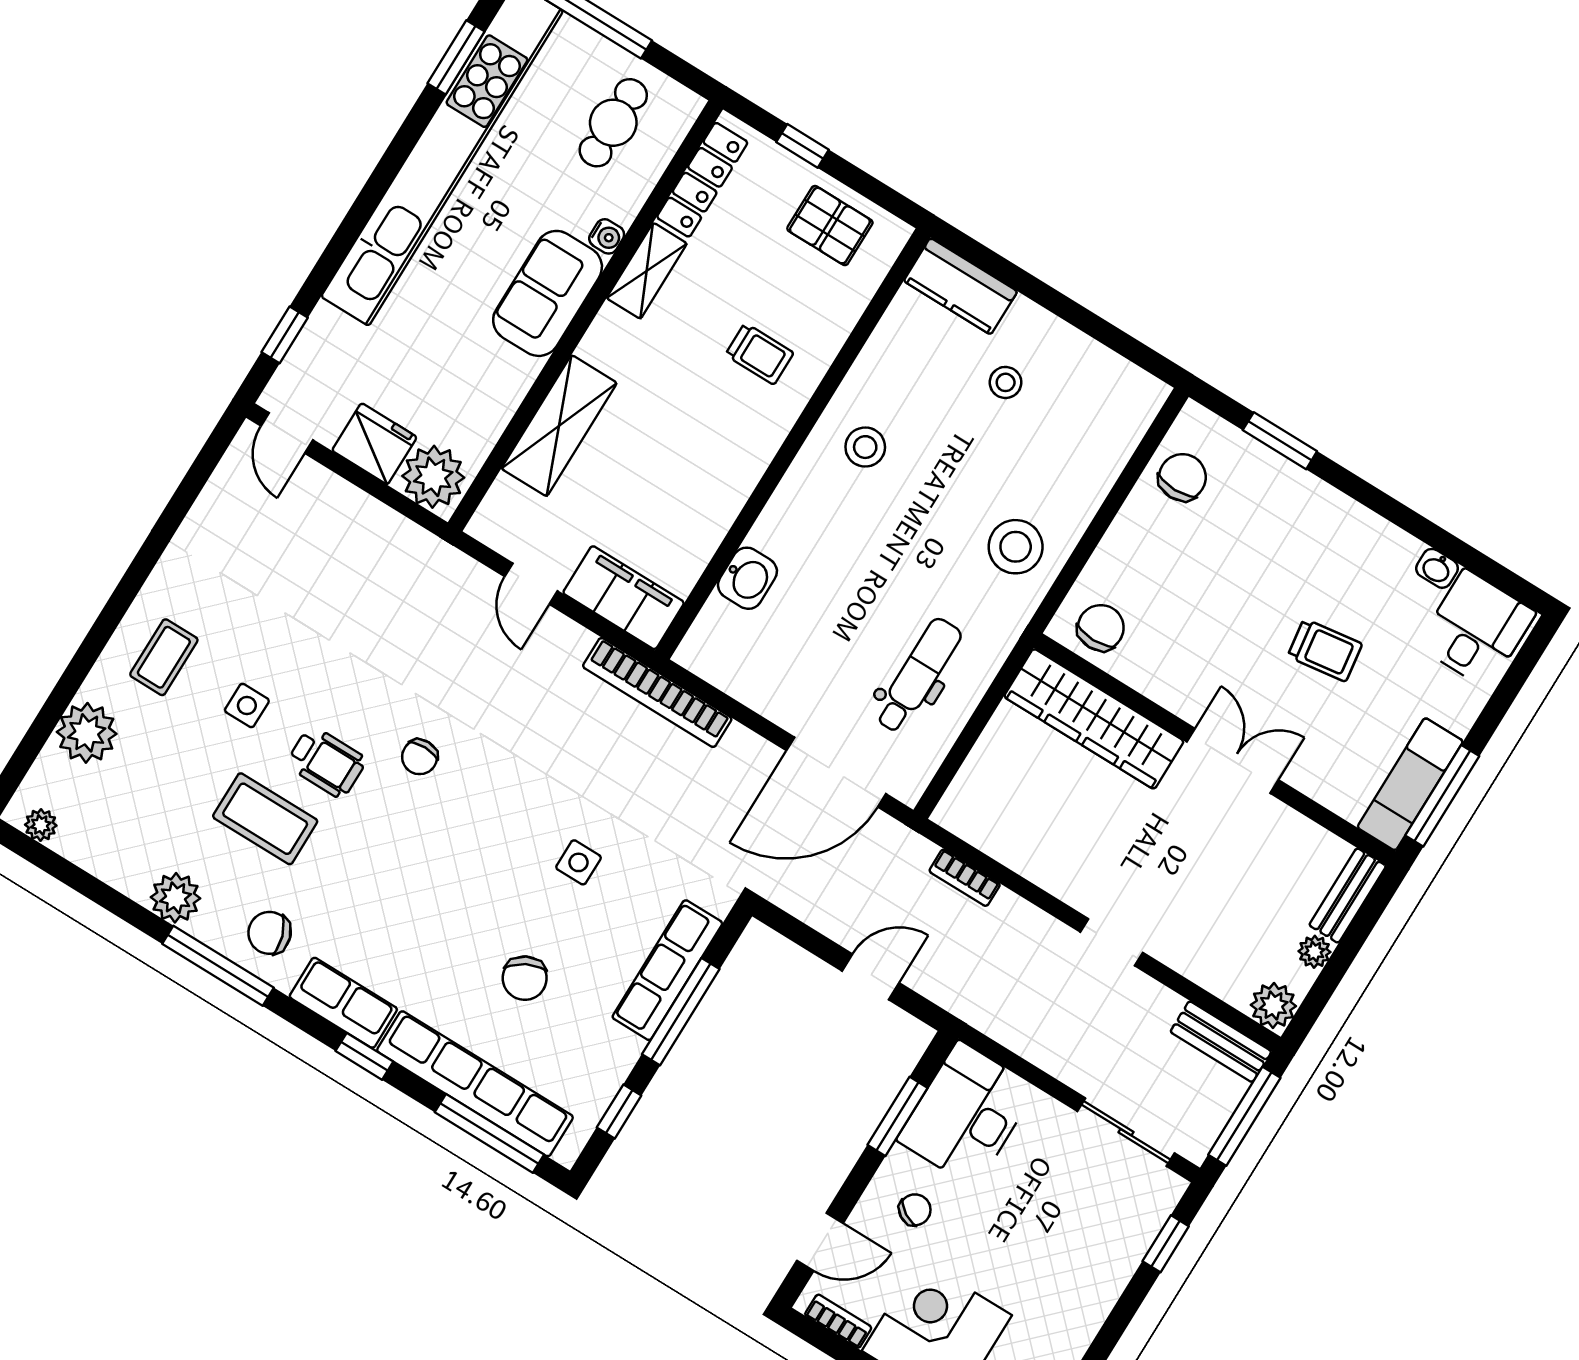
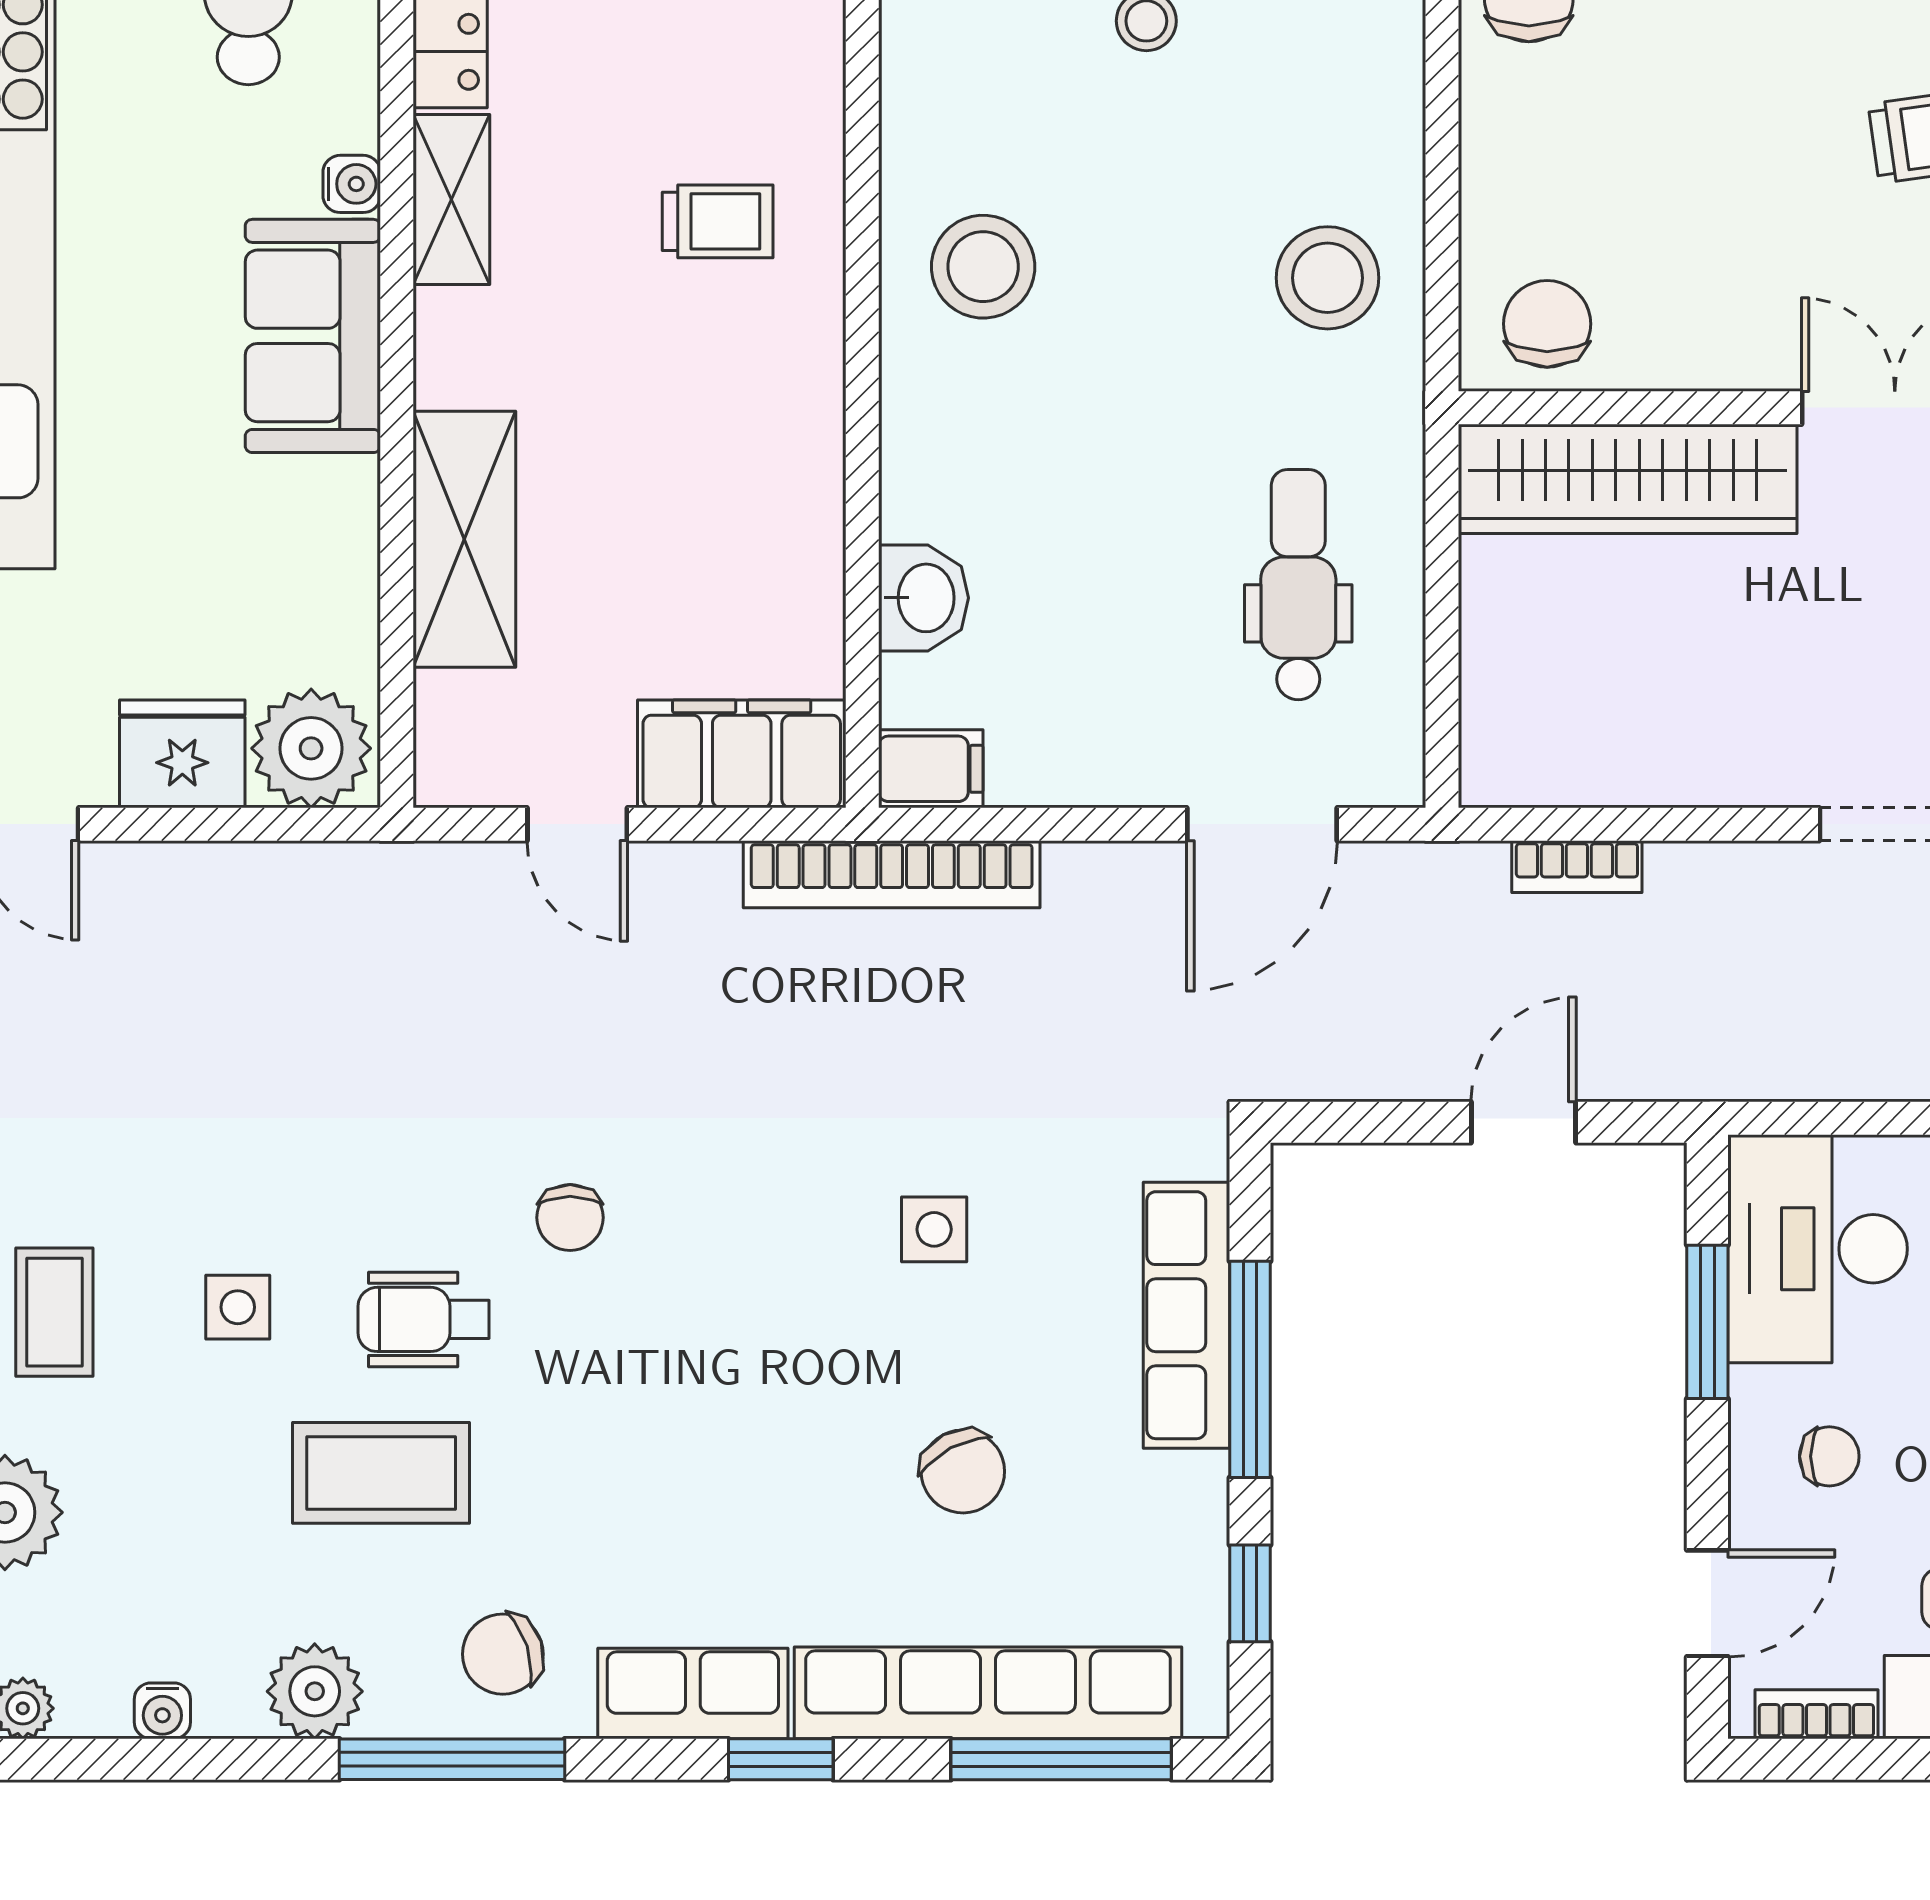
stool: (865, 447) -> (983, 267), width x1.38, depth x1.38
filing cabinet: (704, 656) -> (931, 769), added
wheelchair: (326, 762) -> (424, 1319), turned 180
door: (836, 772) -> (1262, 824), width x0.73
water cooler: (102, 865) -> (162, 1711), added
chair: (915, 1210) -> (1829, 1456), turned 59

